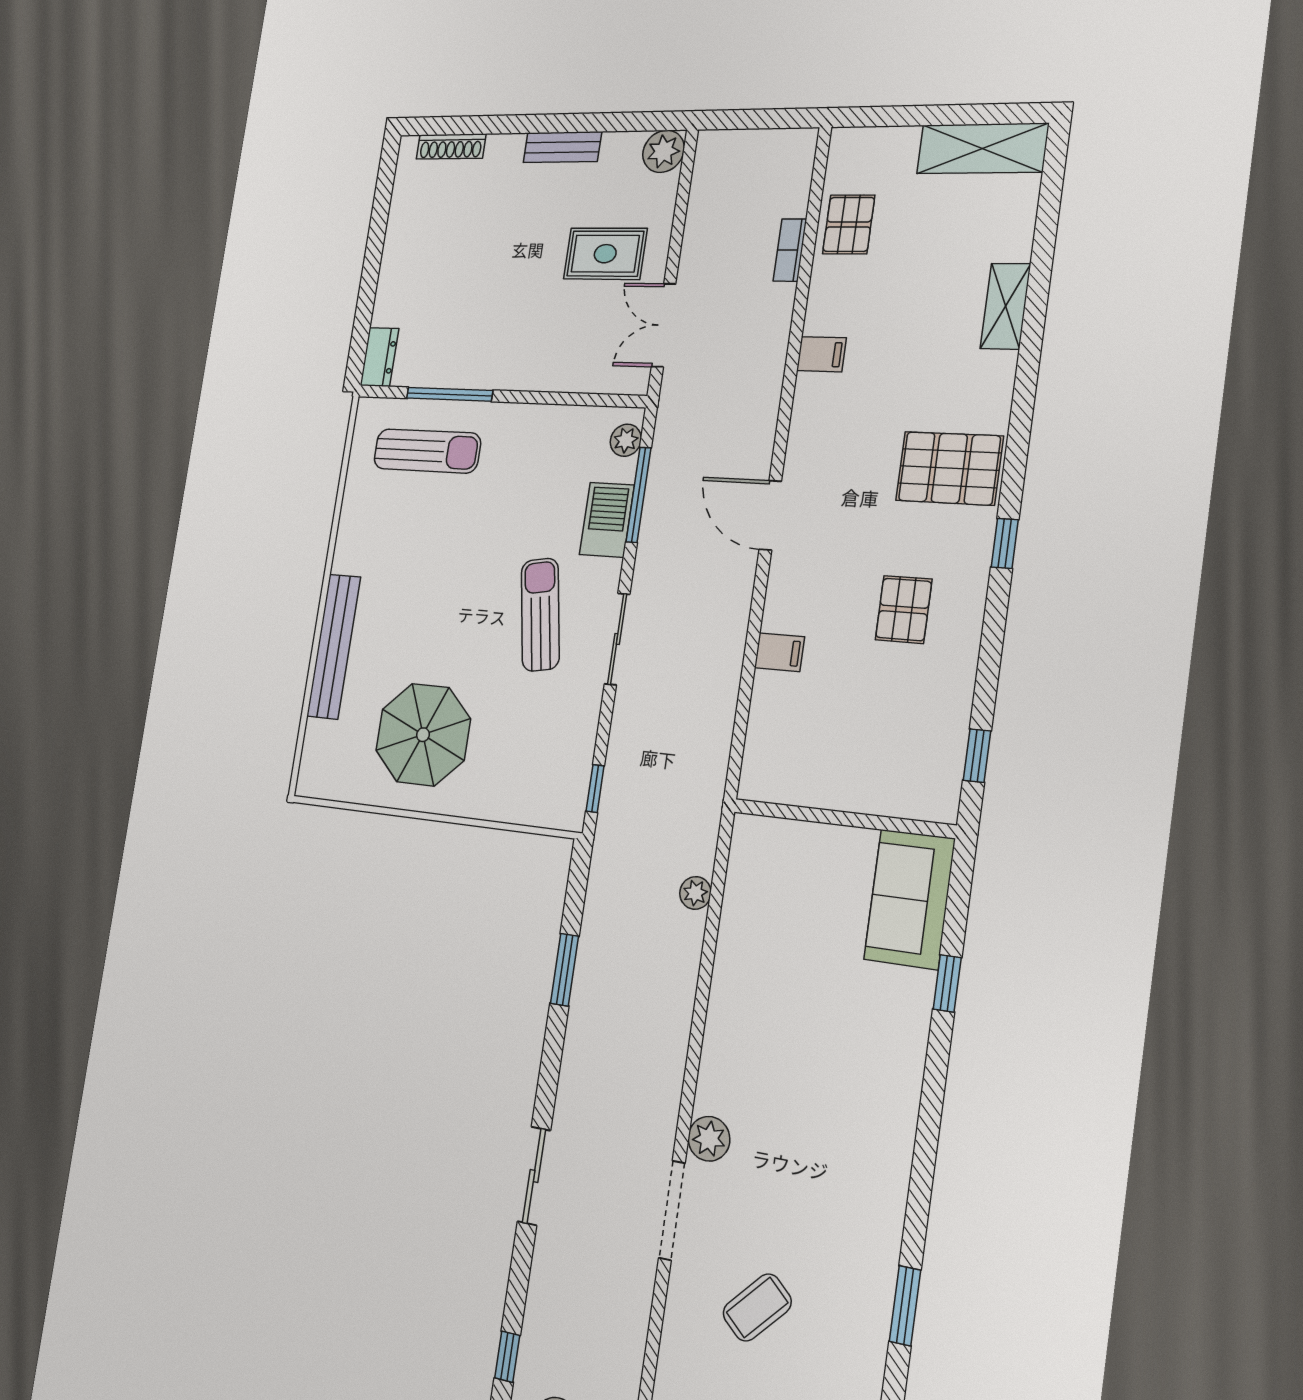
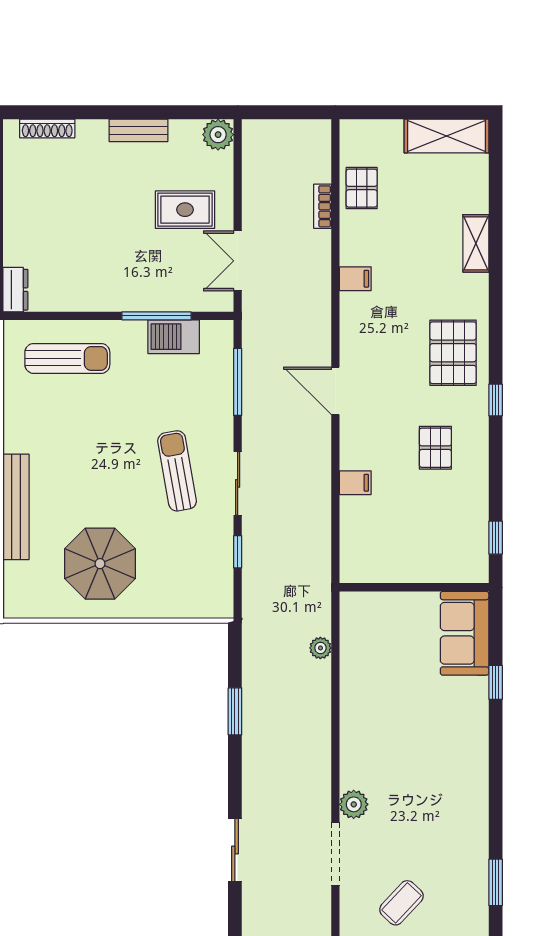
window: (450, 394) -> (156, 316), moved
plant: (626, 440) -> (222, 344), removed
pallet: (949, 468) -> (453, 353), turned 90
barbecue: (607, 520) -> (174, 337), moved, turned -90
window: (595, 788) -> (238, 552), moved

